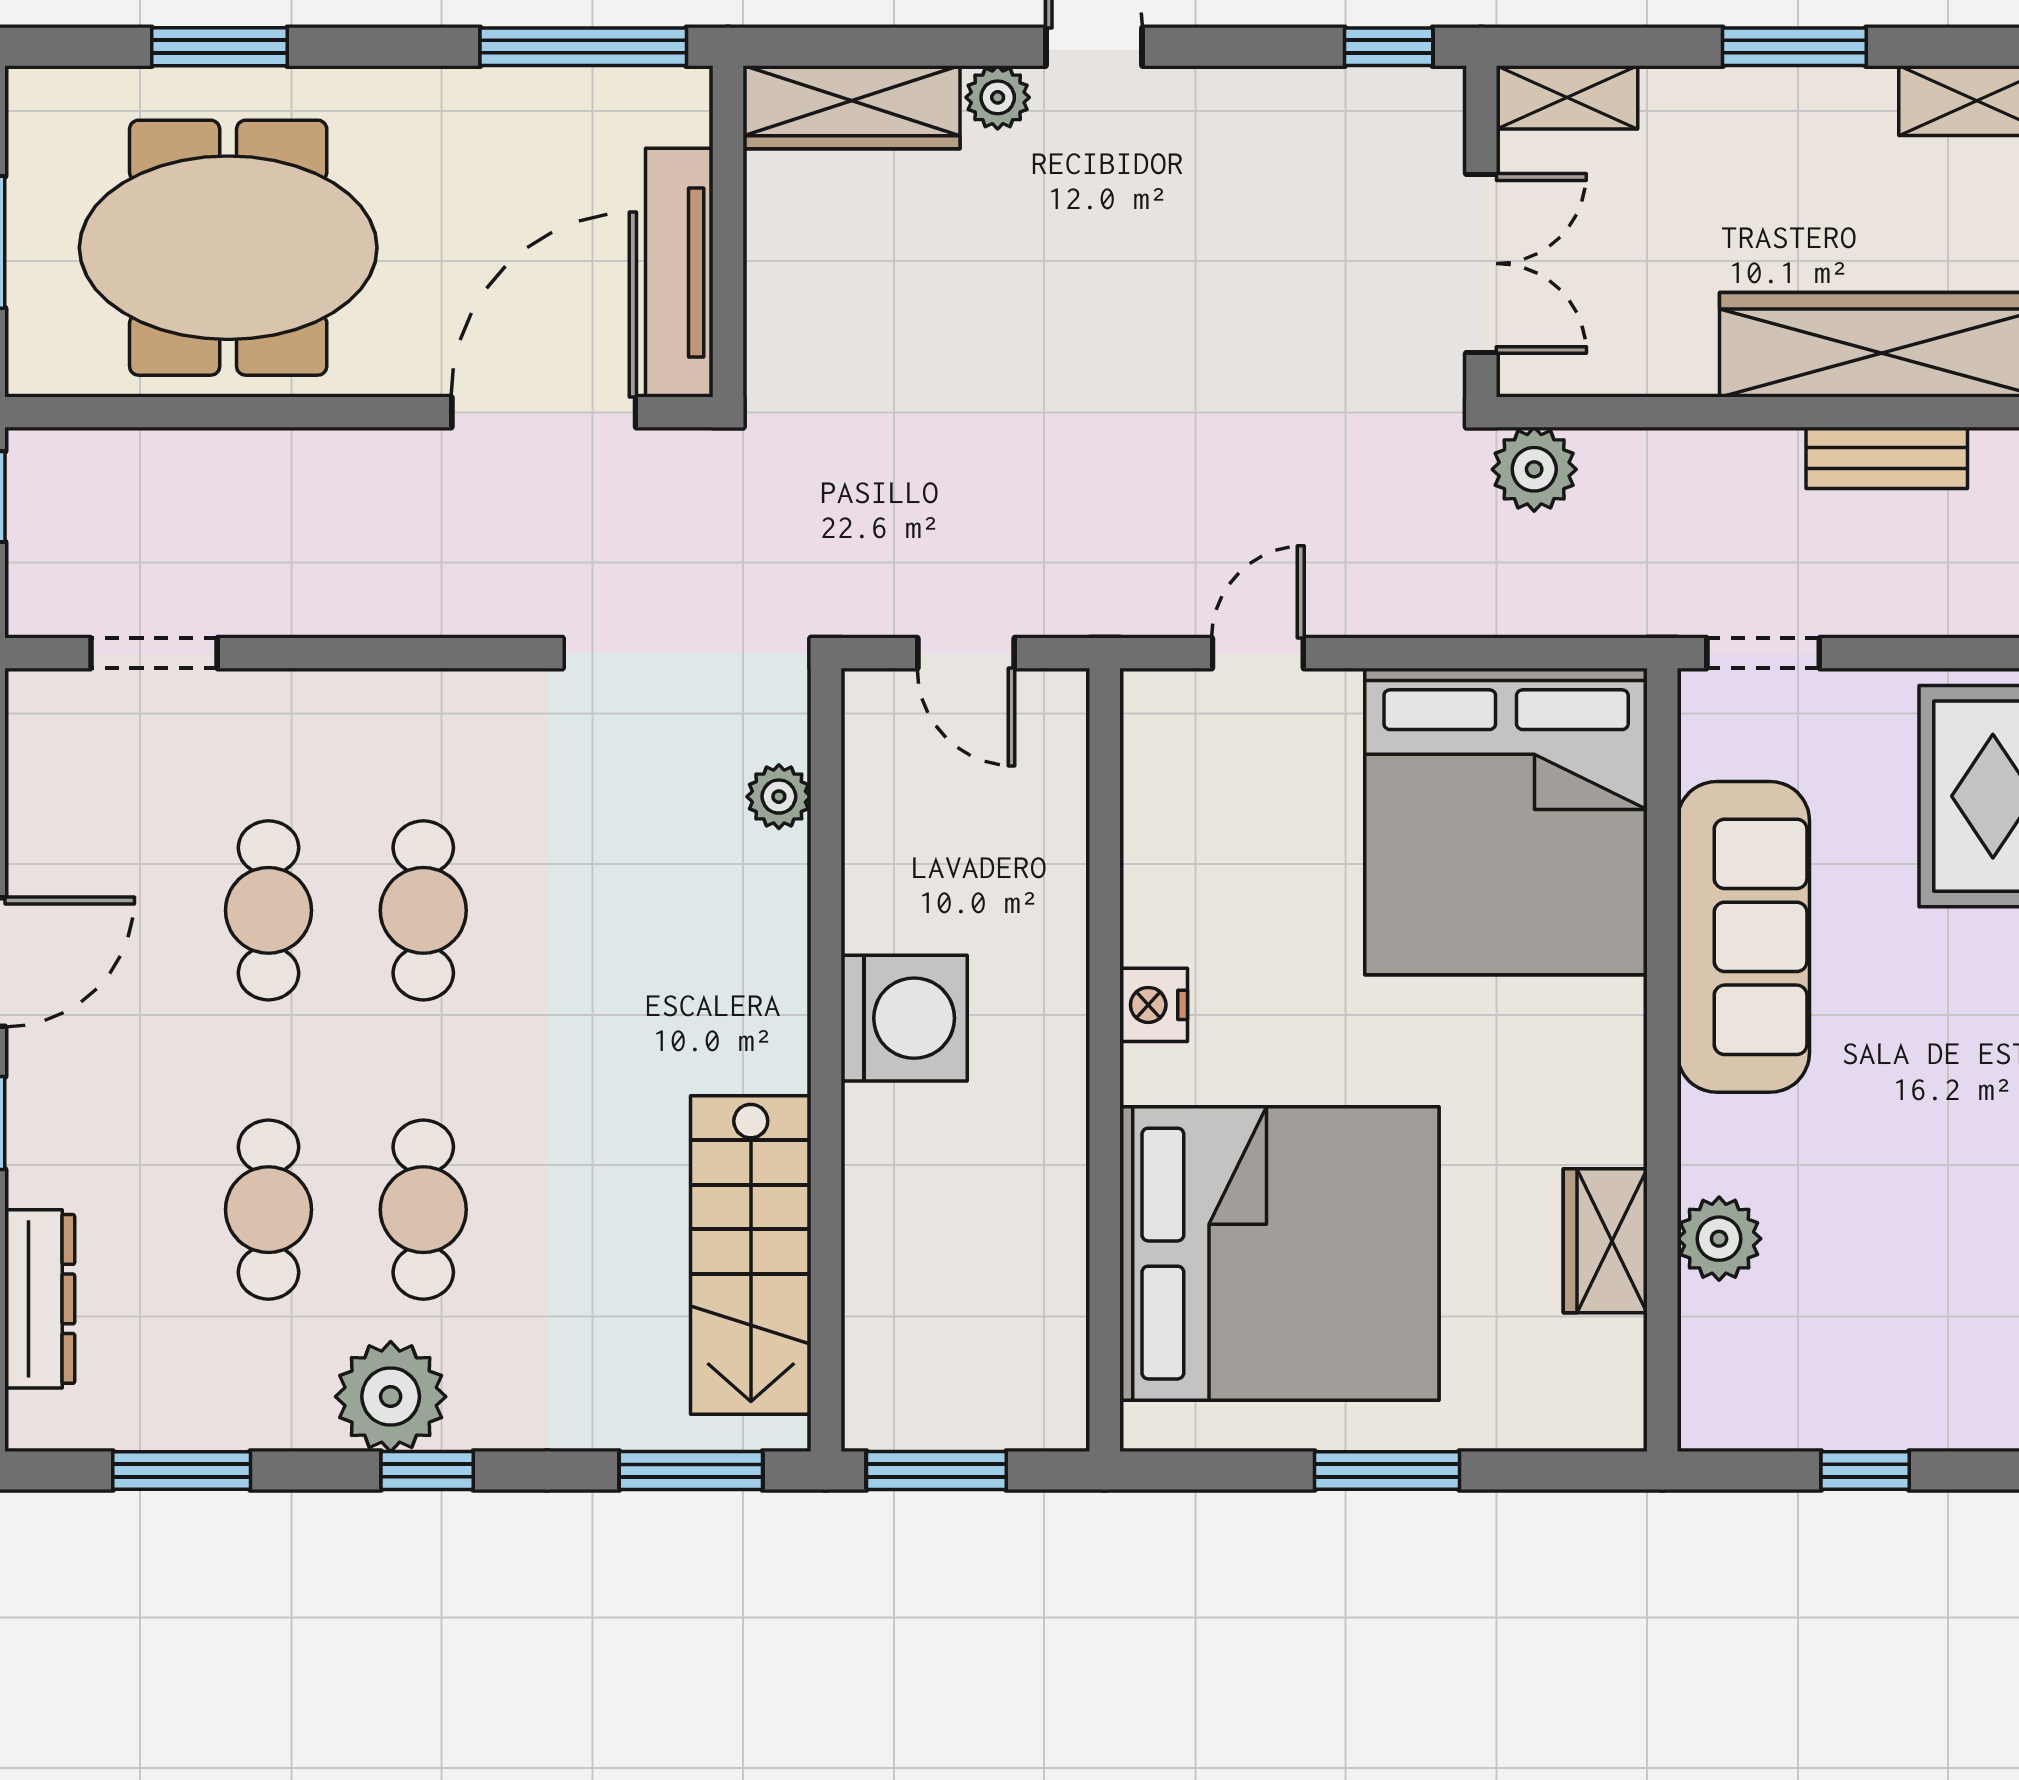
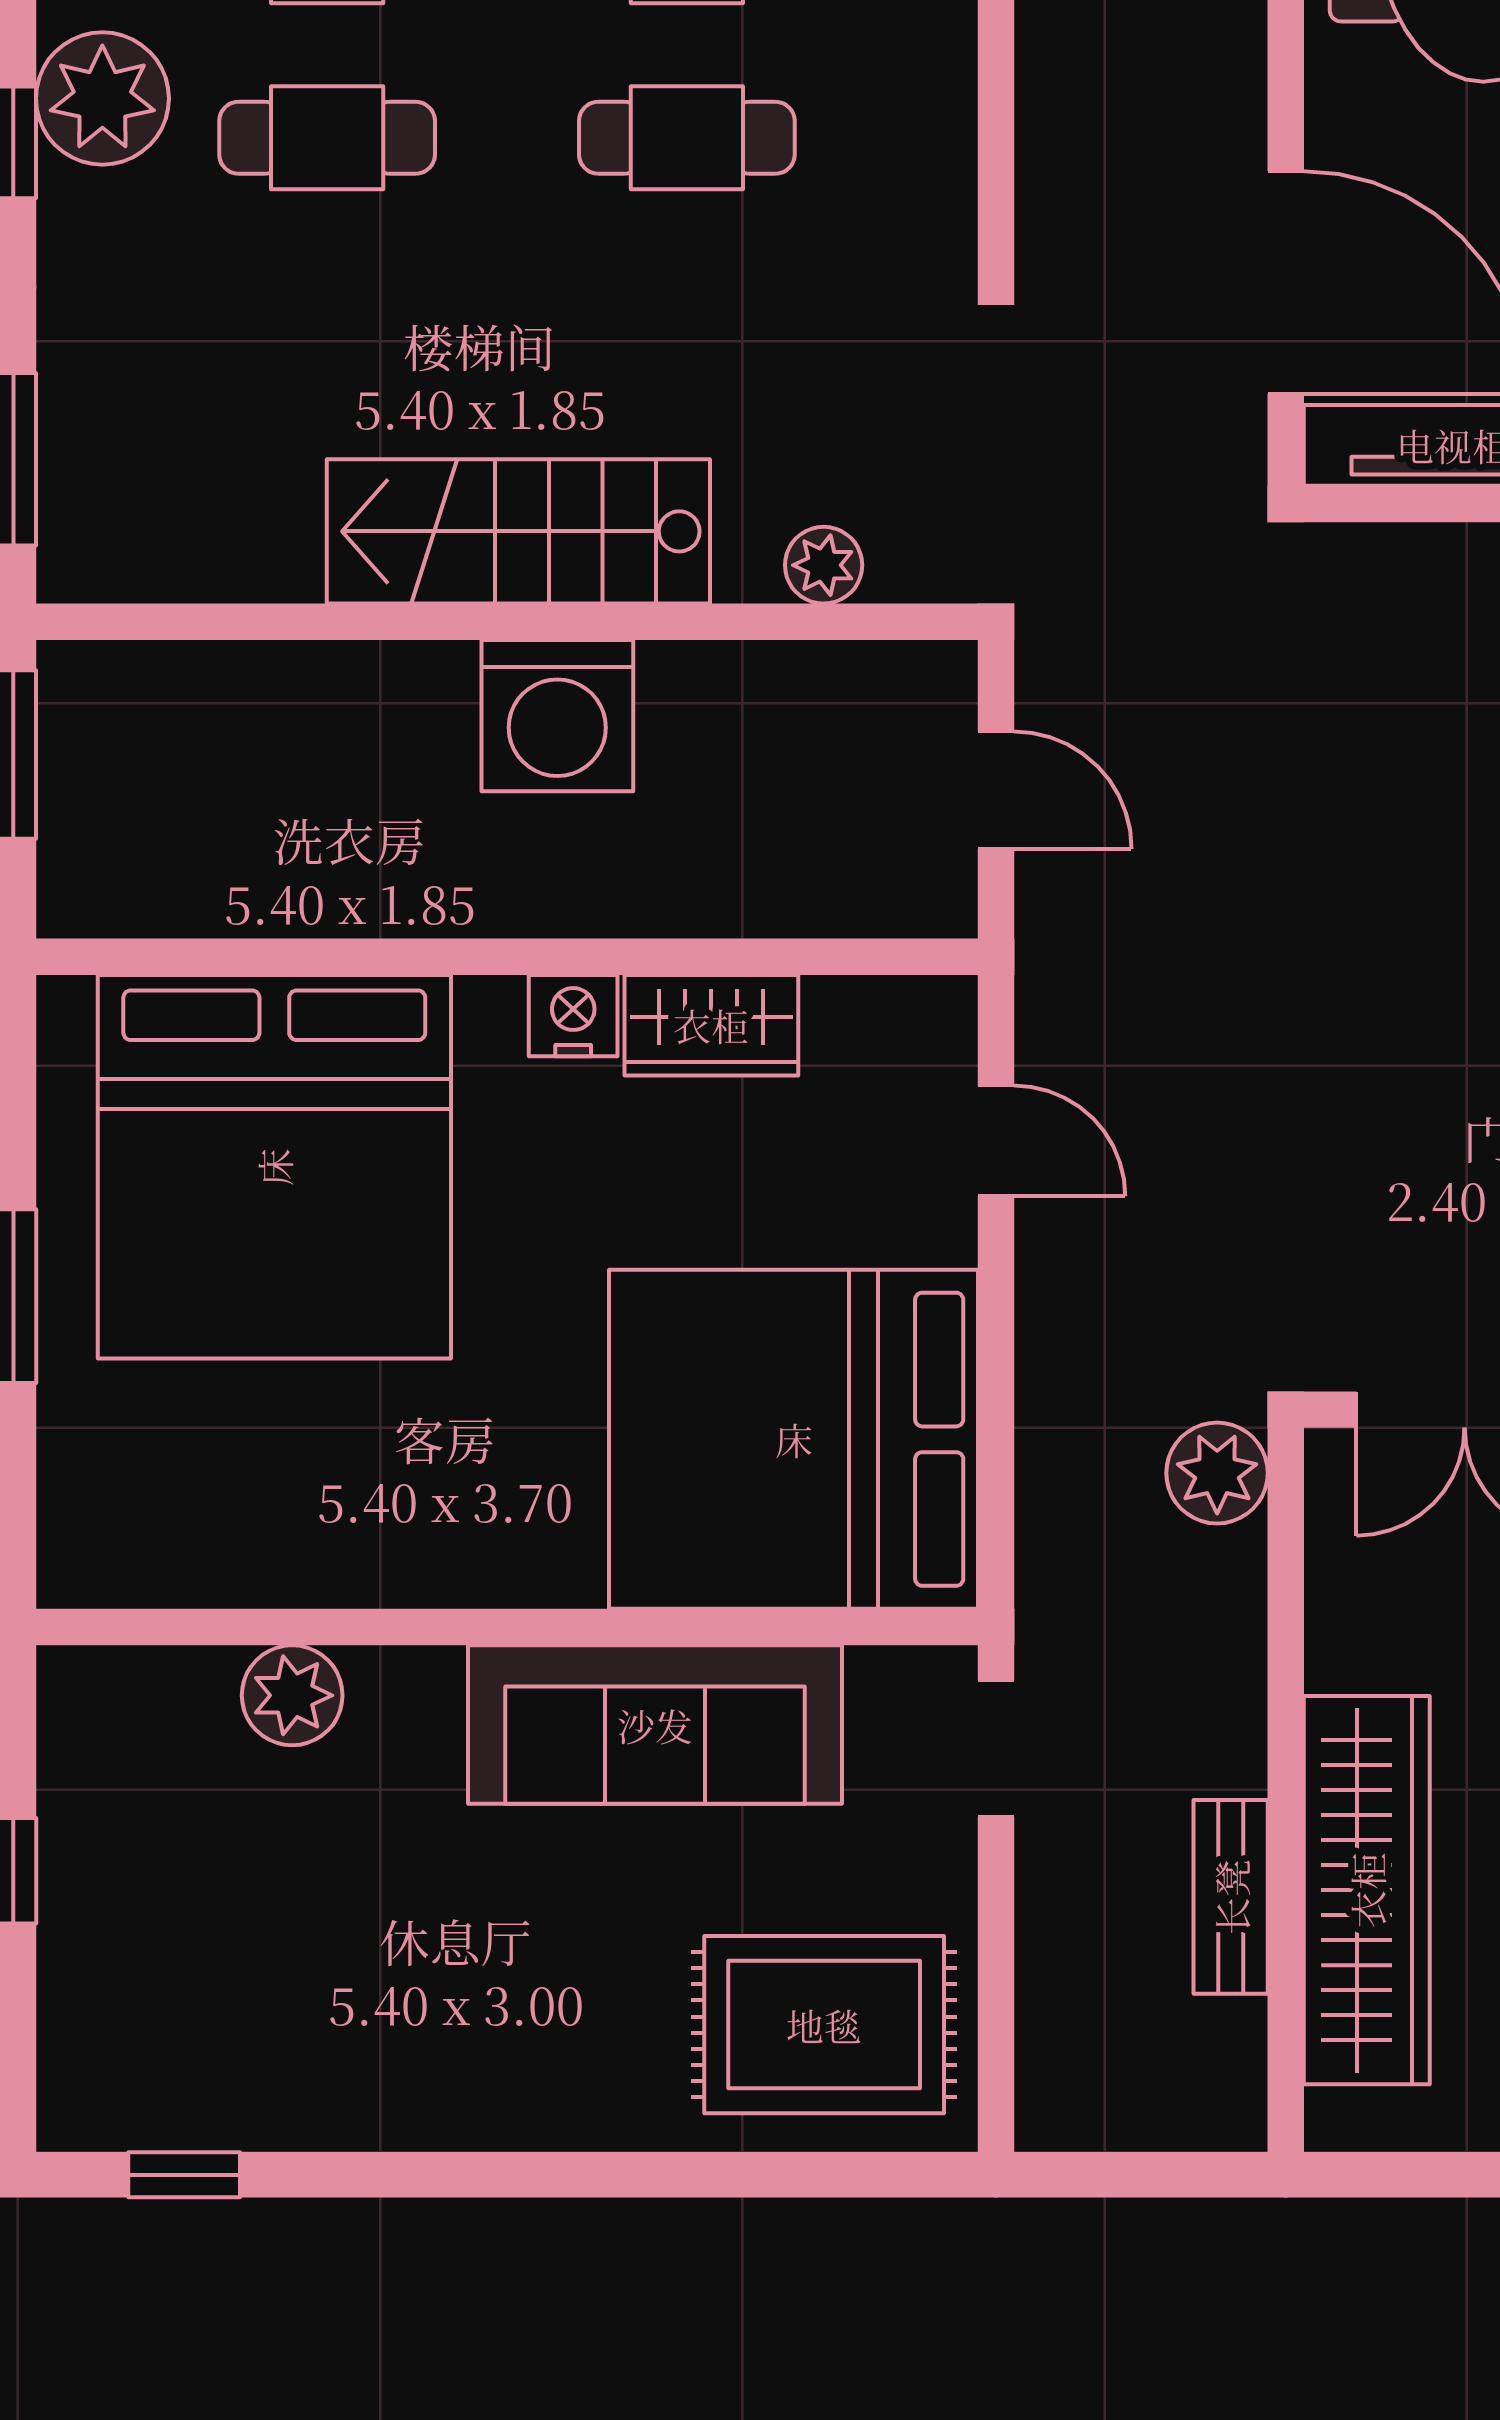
door: (966, 653) -> (996, 790), swing flipped
wardrobe: (1605, 1241) -> (711, 1025), moved, turned 180
stairs: (751, 1255) -> (518, 531), moved

